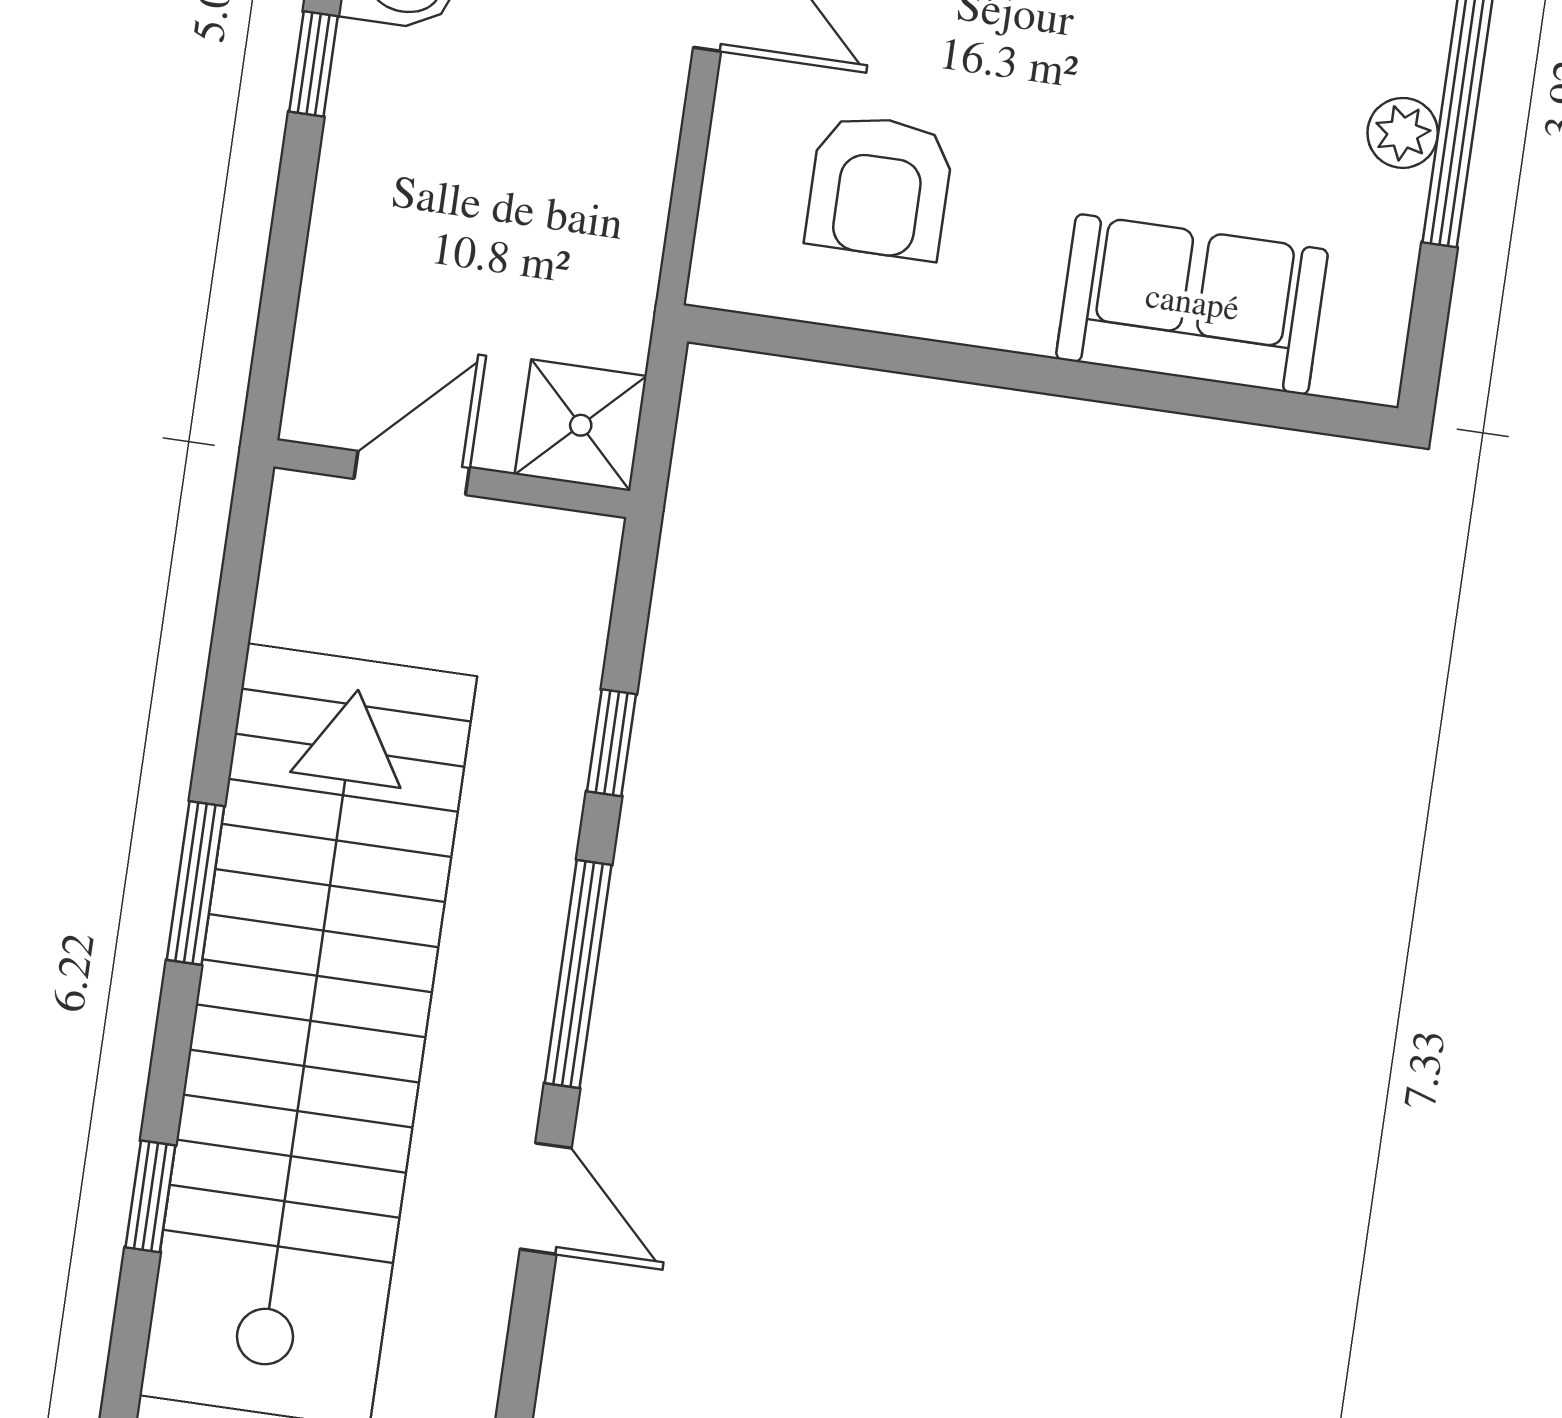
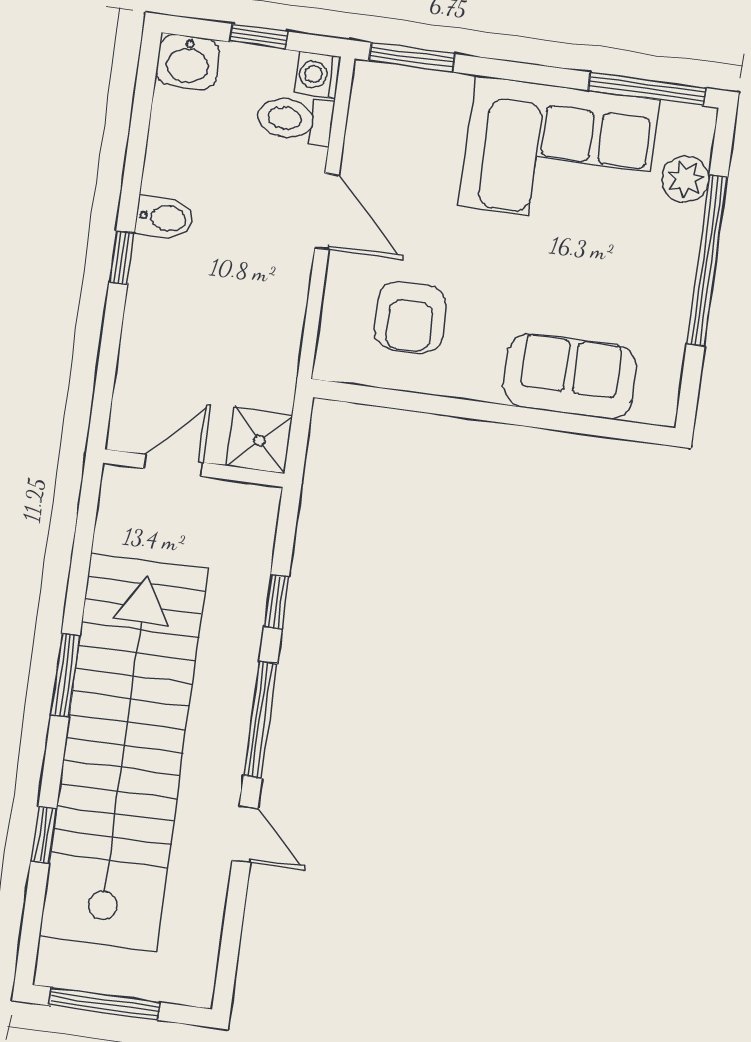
plant: (1403, 133) -> (676, 288), removed

